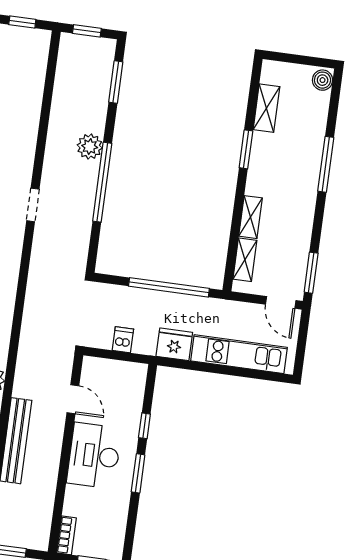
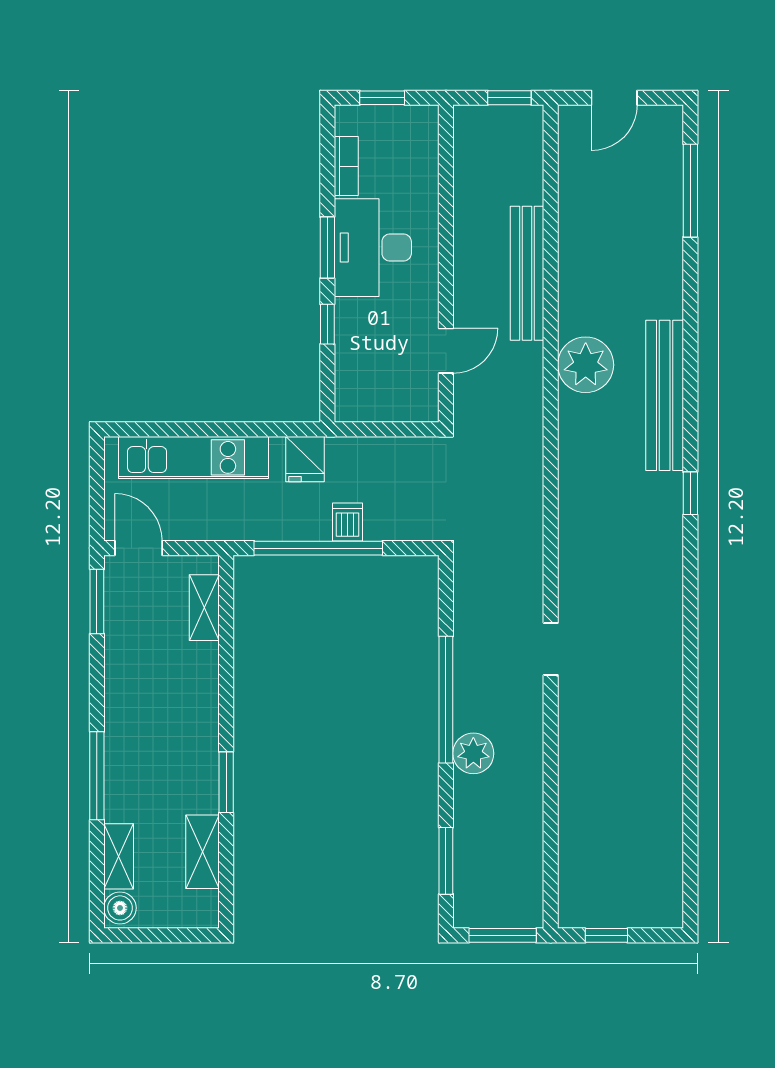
window: (87, 31) -> (503, 935), width x1.50
shelving: (251, 217) -> (119, 856), moved
dishwasher: (123, 340) -> (348, 522), moved, turned 180
fridge: (174, 344) -> (305, 459), width x0.72
door: (73, 399) -> (446, 351), swing flipped
desk: (94, 456) -> (373, 248), moved, turned 180
bookcase: (66, 535) -> (346, 166), moved, turned 180

